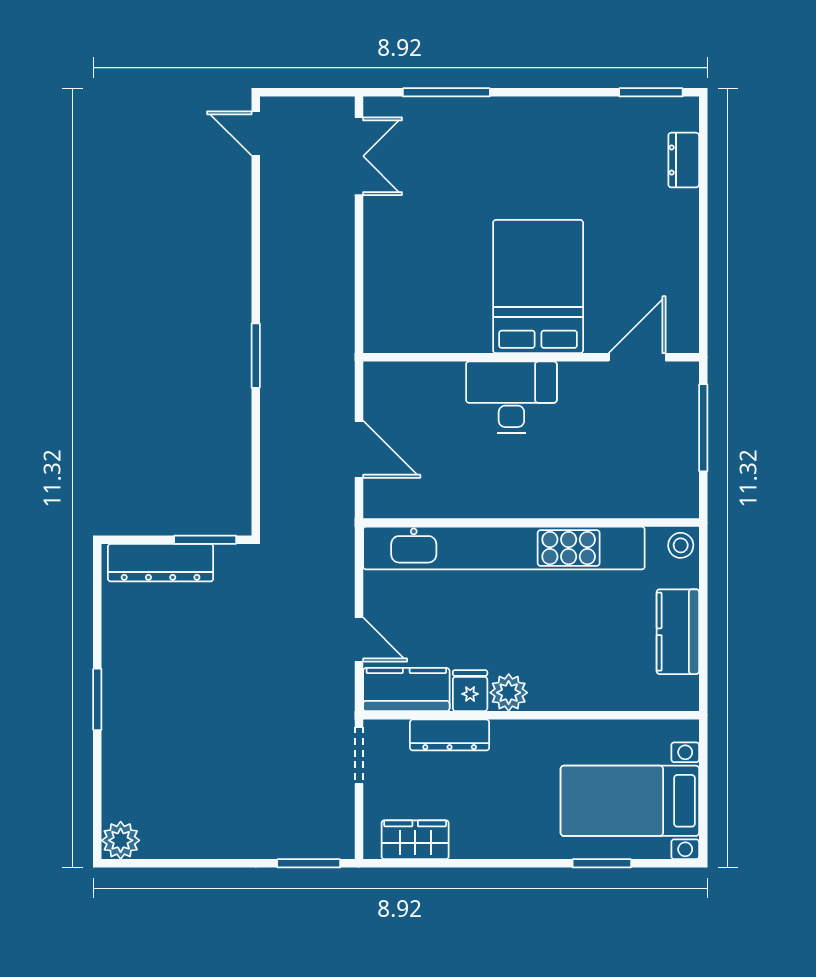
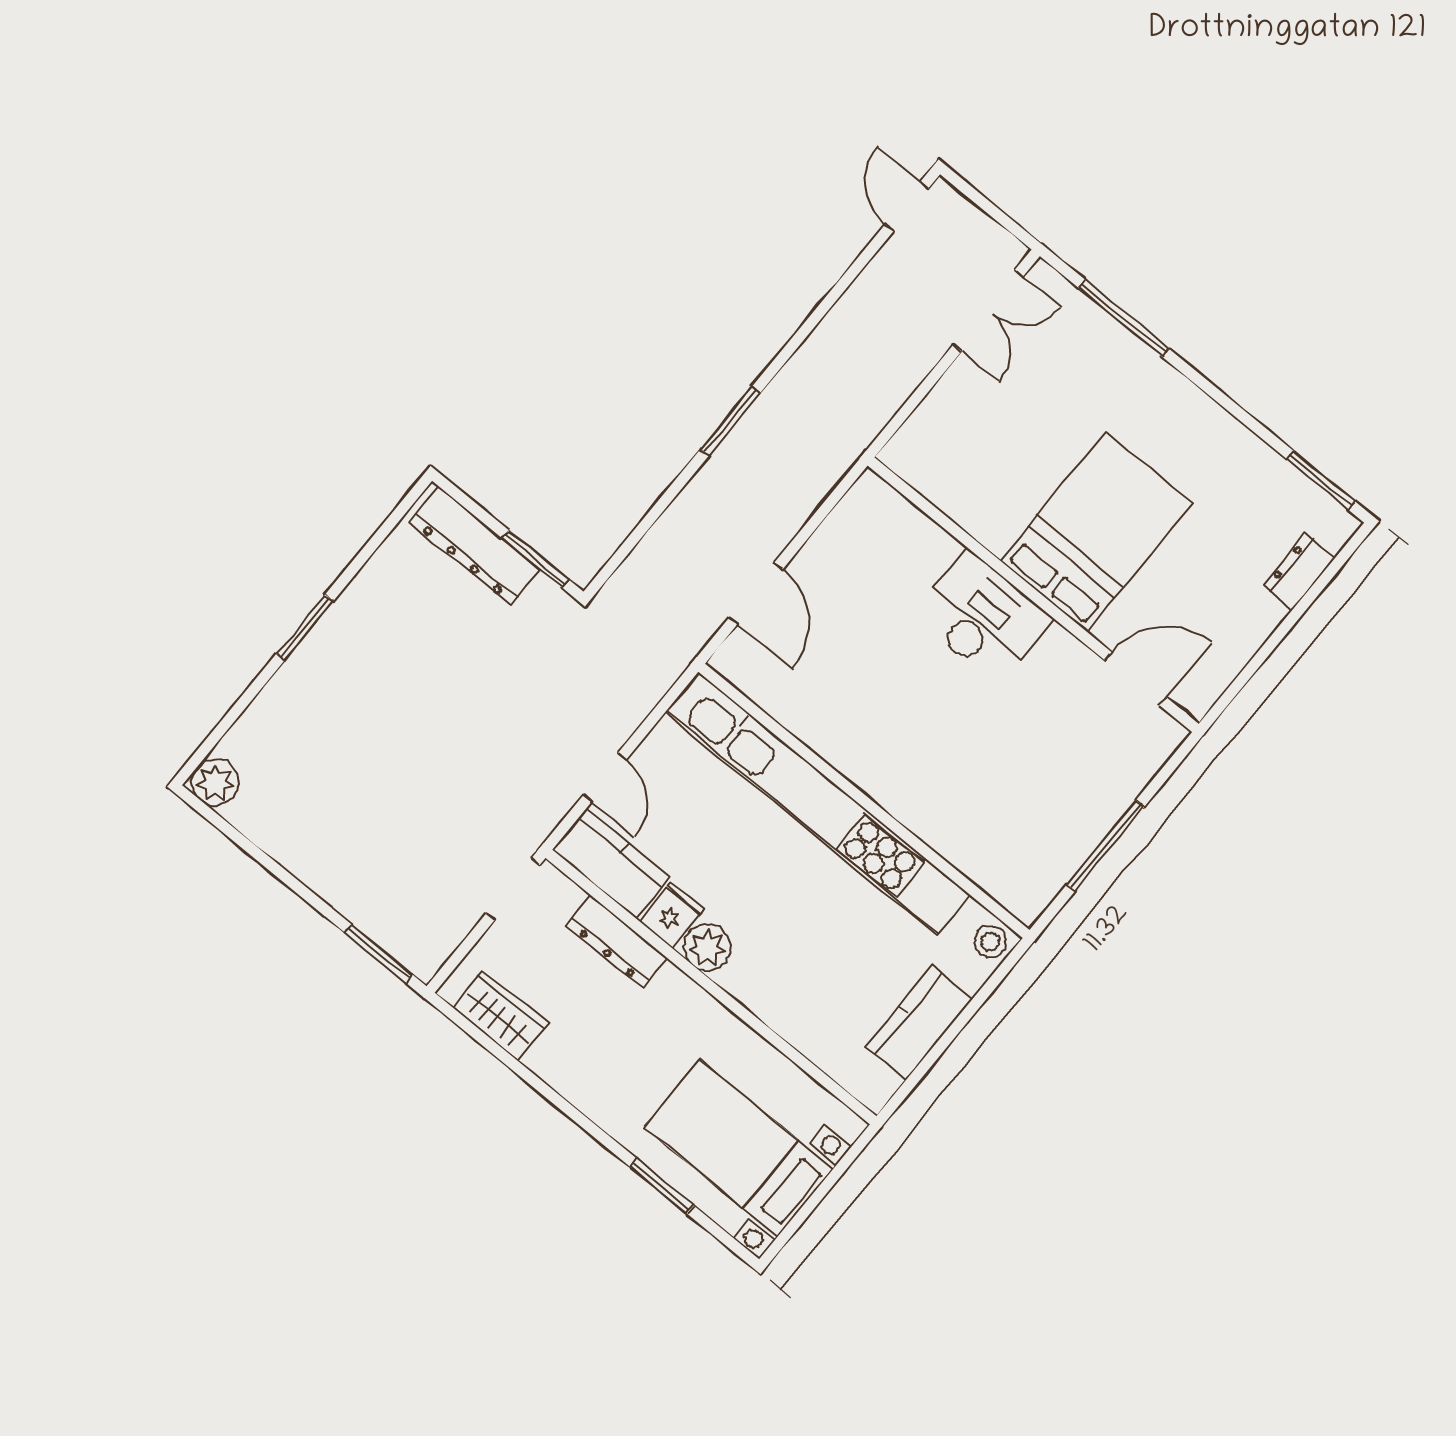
bed: (538, 287) -> (1096, 532), moved
wall: (531, 357) -> (1033, 595), moved
door: (637, 357) -> (1136, 679), moved
desk: (511, 397) -> (983, 618), moved

